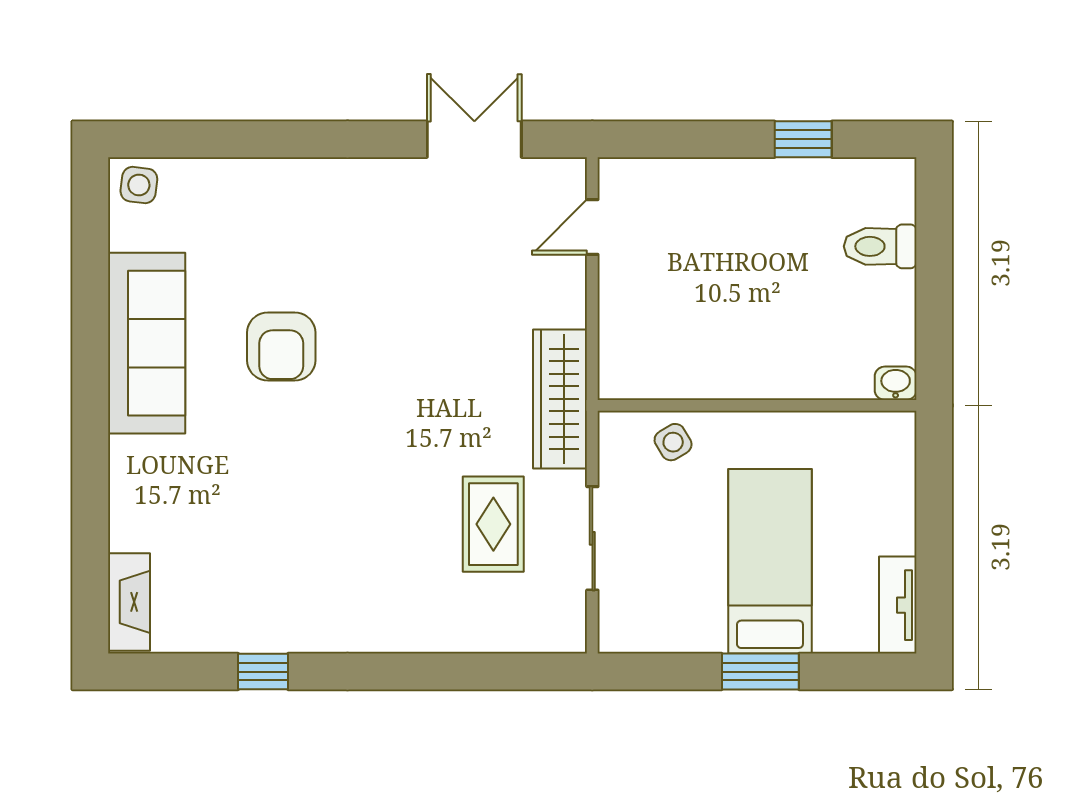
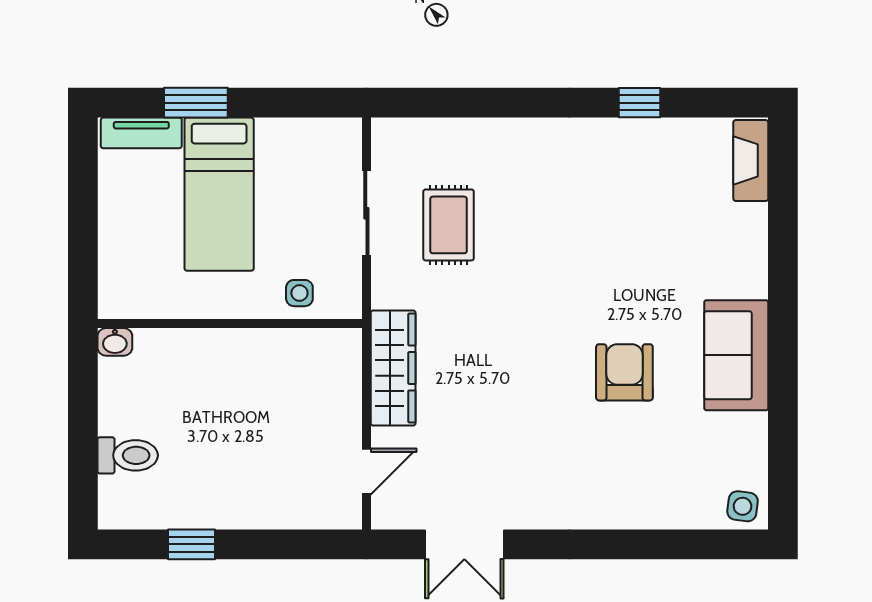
sofa: (147, 343) -> (736, 355), width x0.73
wardrobe: (560, 399) -> (393, 368), moved
side table: (673, 442) -> (299, 293), turned 31
tv unit: (898, 605) -> (141, 133), moved, turned 90
window: (760, 672) -> (196, 103), moved

